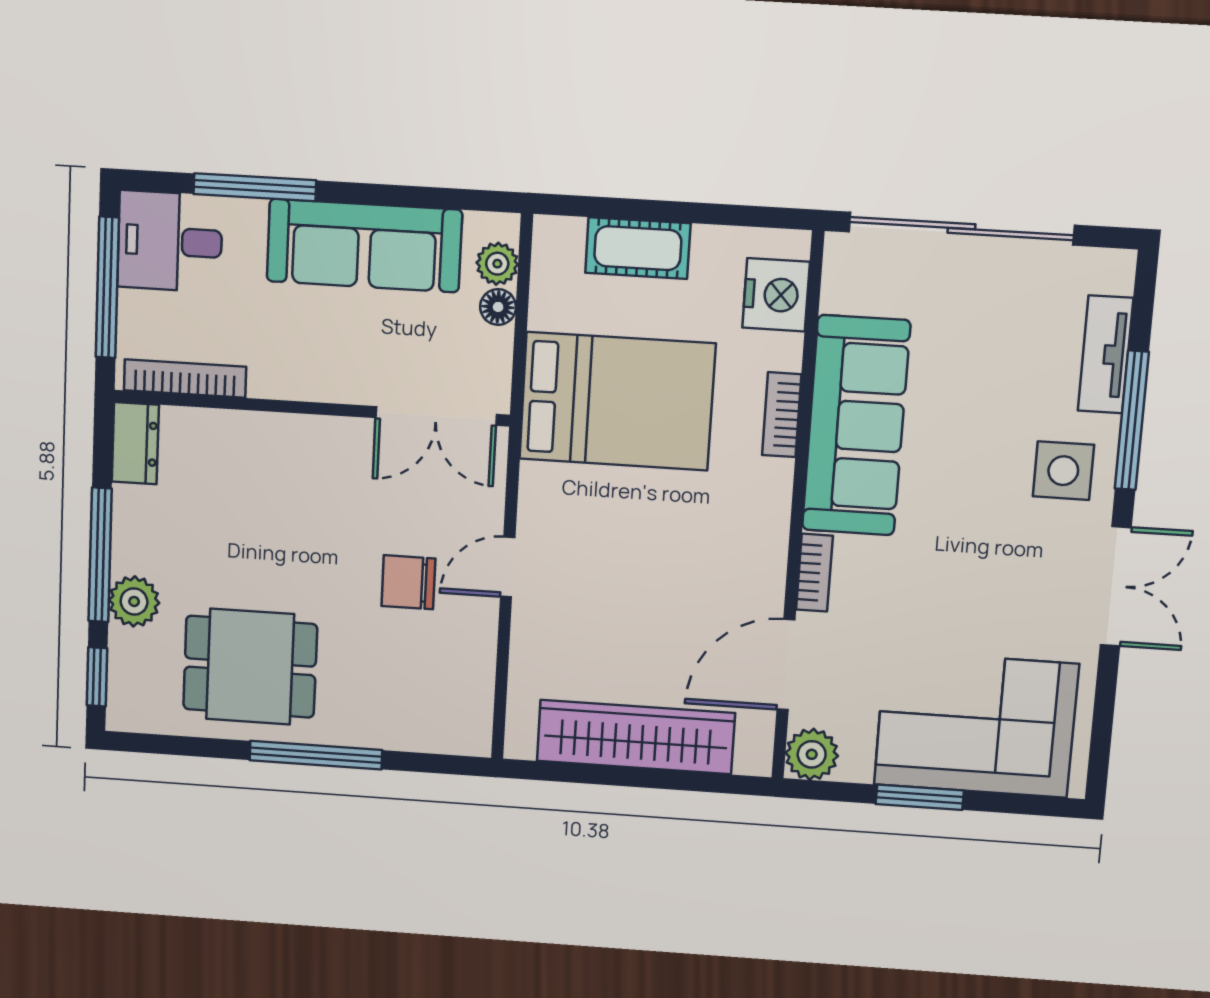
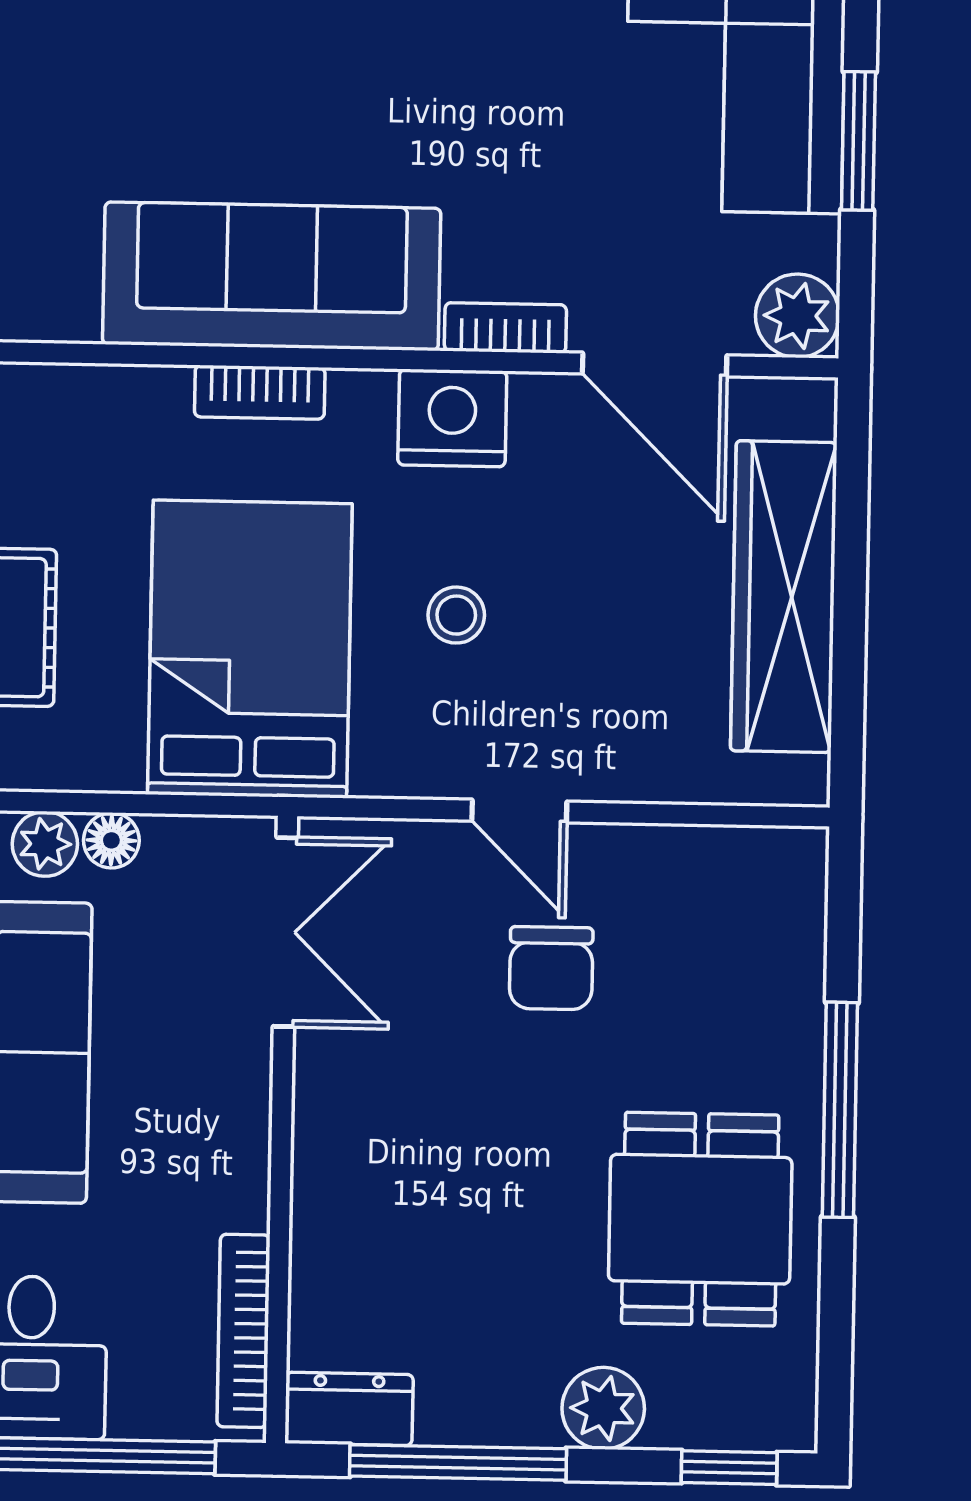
nightstand: (776, 295) -> (452, 418), moved
stool: (633, 533) -> (456, 615), added
window: (100, 555) -> (458, 1462), moved

